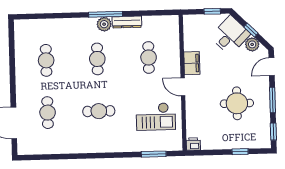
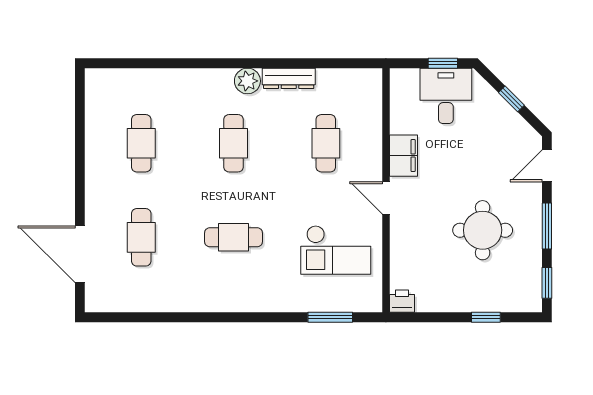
window: (106, 14) -> (251, 63), removed
desk: (230, 35) -> (446, 96), moved, turned -45
plant: (252, 44) -> (513, 125), removed

